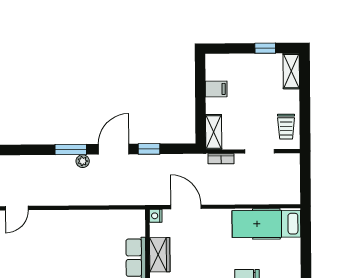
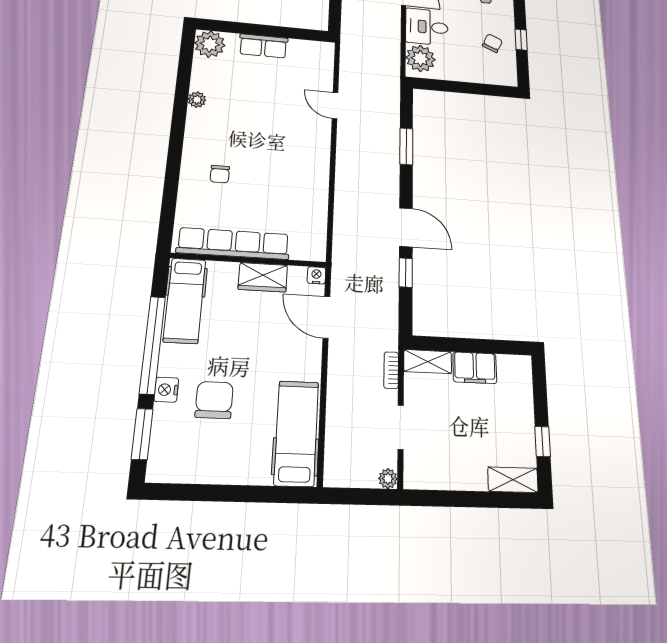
filing cabinet: (216, 89) -> (475, 368), width x2.00
trolley: (286, 127) -> (435, 469), removed
window: (71, 150) -> (406, 146), moved
plant: (83, 161) -> (388, 479), moved
door: (186, 207) -> (326, 317), swing flipped

